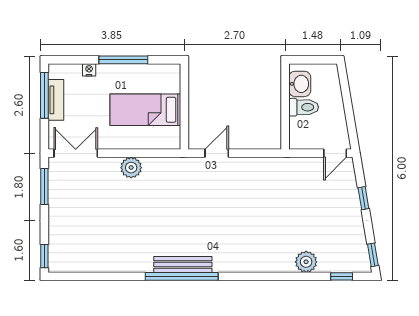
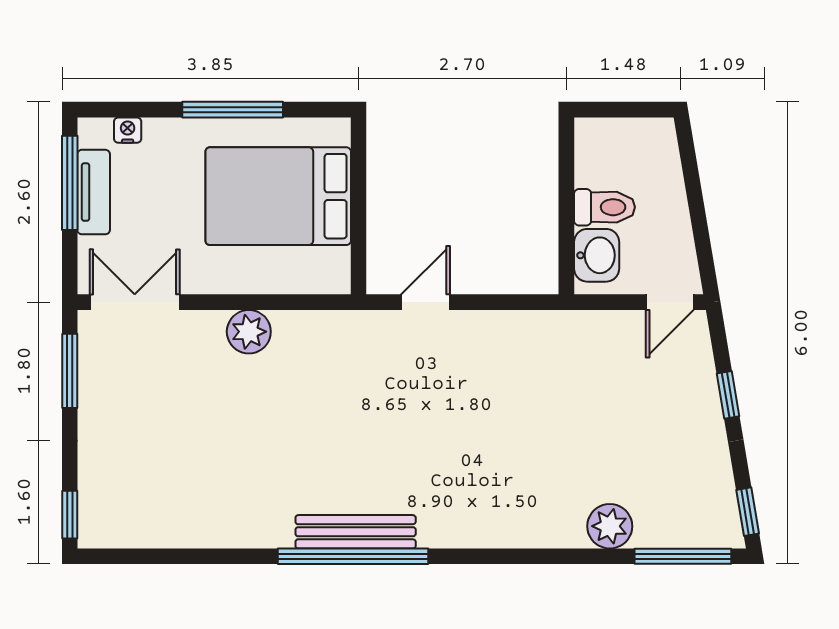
nightstand: (89, 70) -> (128, 130), moved
washbasin: (300, 84) -> (597, 255), moved
bed: (145, 110) -> (278, 196), width x1.50
window: (342, 276) -> (683, 556), width x2.17

